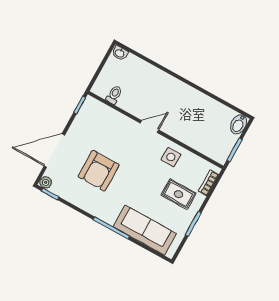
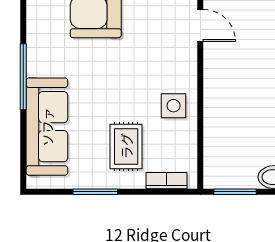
door: (149, 127) -> (200, 25), moved

